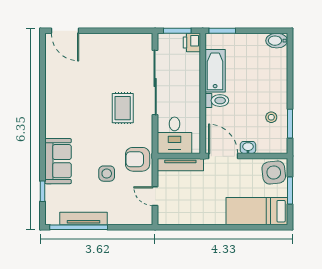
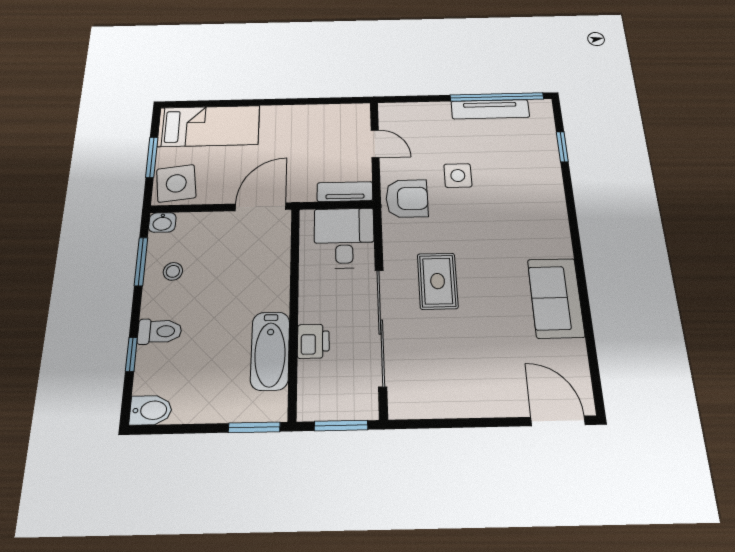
printer: (192, 42) -> (313, 341), moved
window: (290, 70) -> (131, 354), added
toilet: (217, 101) -> (160, 331), moved, turned 180
washbasin: (248, 147) -> (162, 222), moved
door: (223, 156) -> (261, 207), swing flipped
sofa: (58, 161) -> (556, 298), moved
tv unit: (180, 165) -> (345, 192), width x0.71

